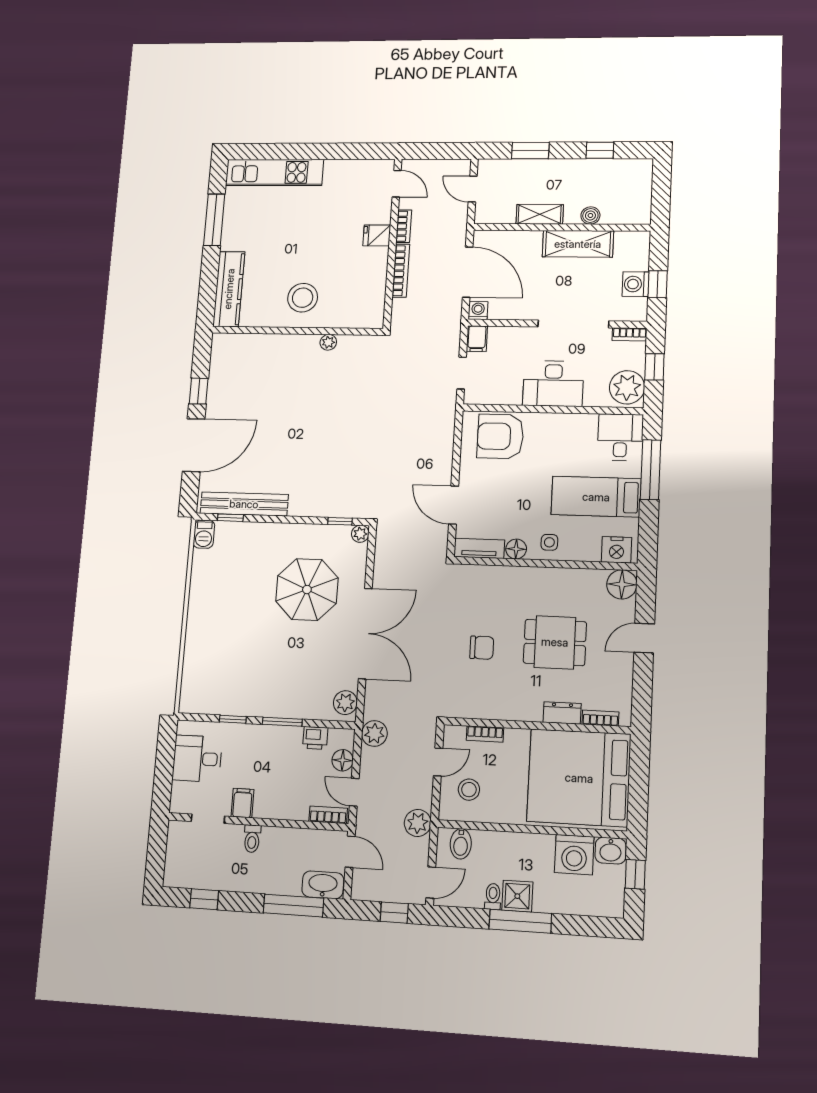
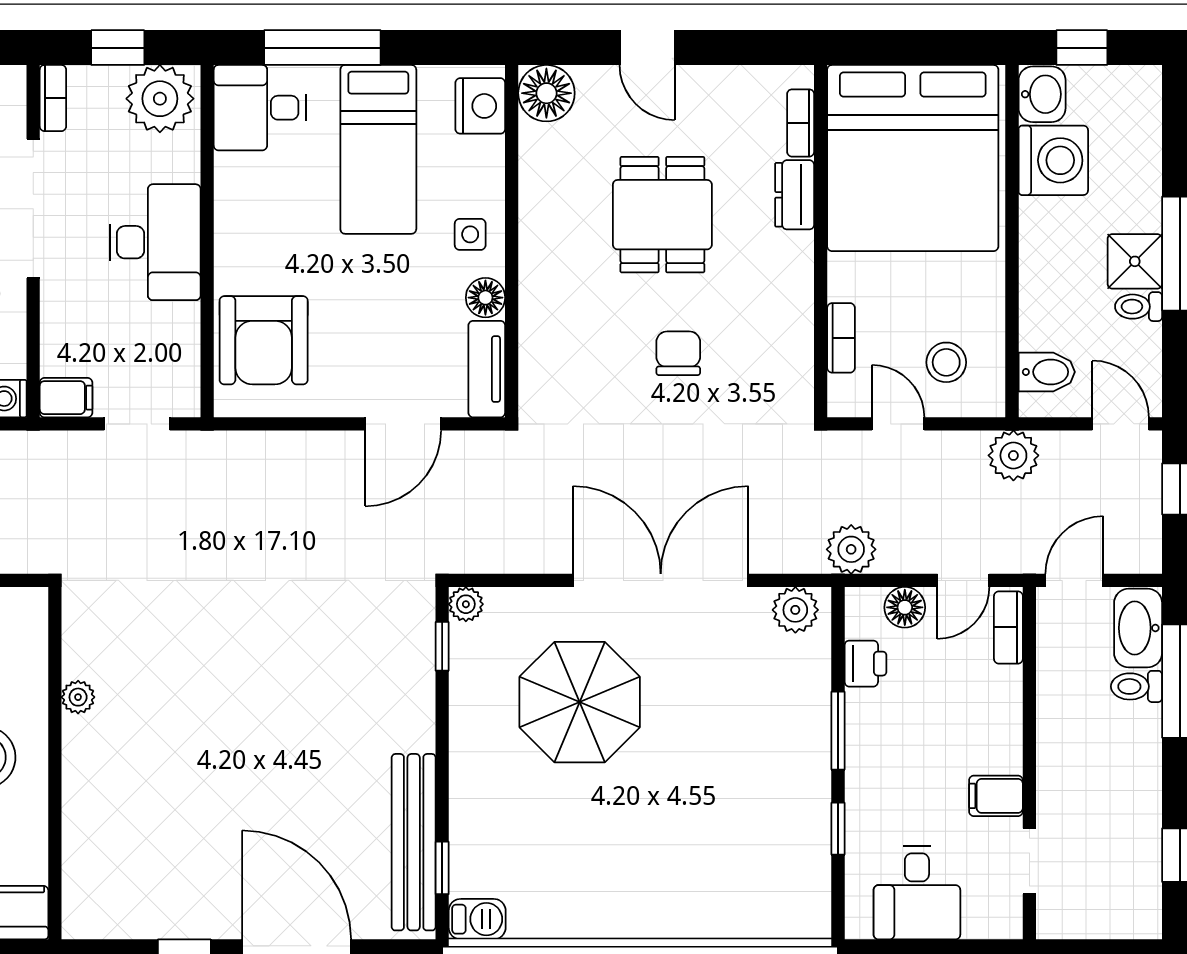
toilet: (252, 839) -> (1137, 686), moved, turned 180

